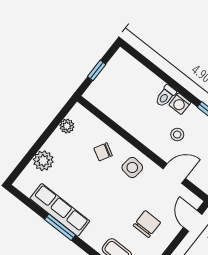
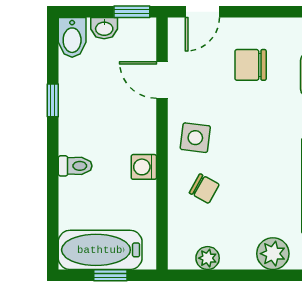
bathtub: (113, 75) -> (100, 250), added
washing machine: (180, 104) -> (144, 167), moved, turned 180
stool: (177, 135) -> (111, 114), removed

